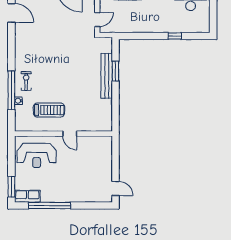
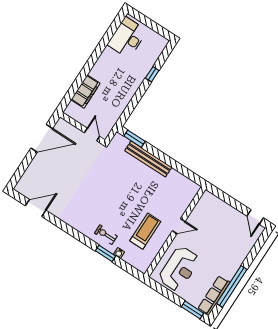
window: (115, 71) -> (134, 139), moved
window: (11, 90) -> (105, 253), width x0.47
door: (115, 188) -> (255, 217), swing flipped
row of seats: (27, 196) -> (214, 296), width x1.48

